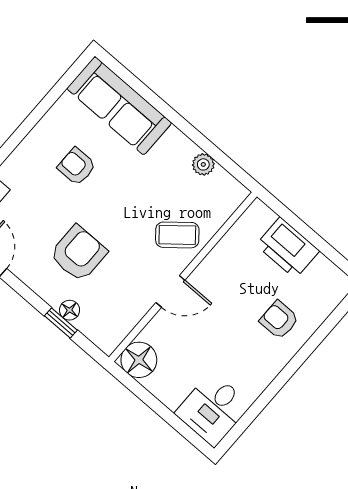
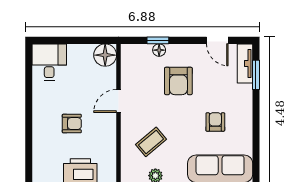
armchair: (77, 166) -> (215, 122), turned -90
coffee table: (177, 235) -> (151, 142), moved
armchair: (279, 320) -> (72, 124), moved

